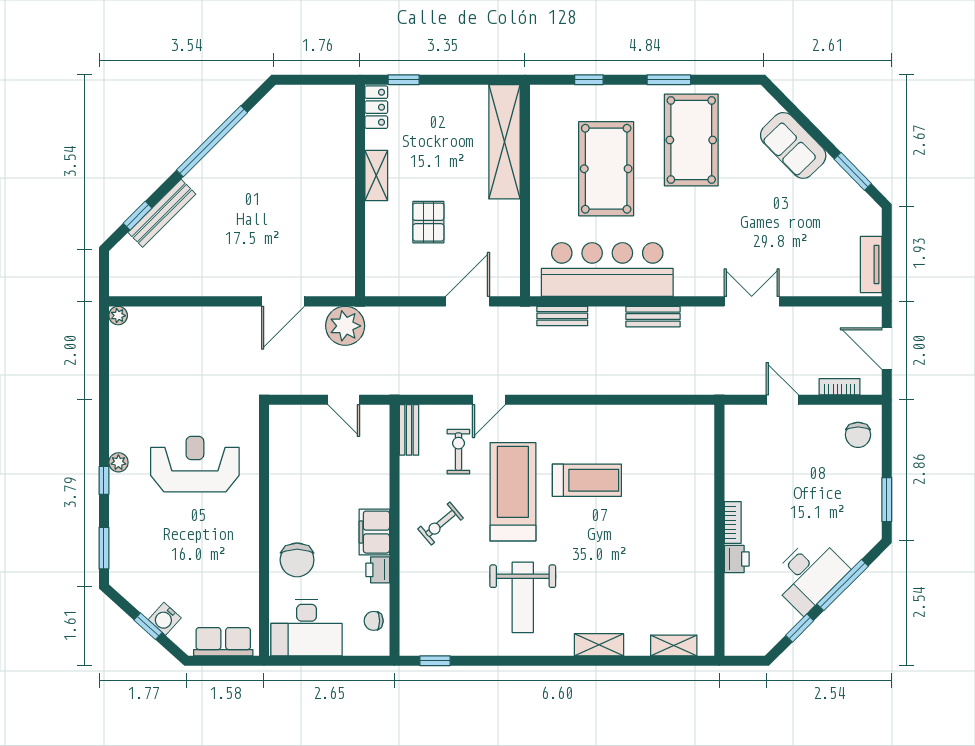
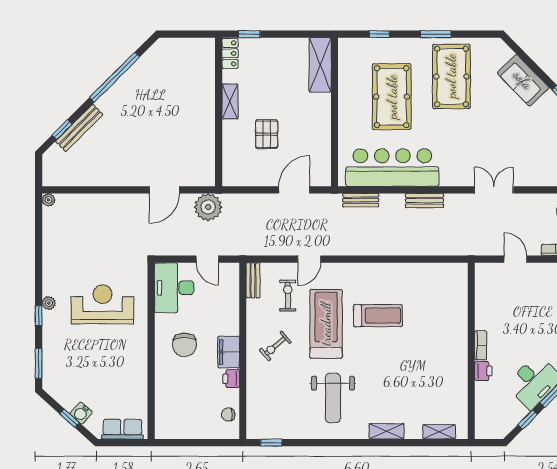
shelving: (504, 142) -> (320, 65), width x0.68
chair: (297, 560) -> (184, 345), moved
desk: (307, 628) -> (174, 288), moved, turned 90

